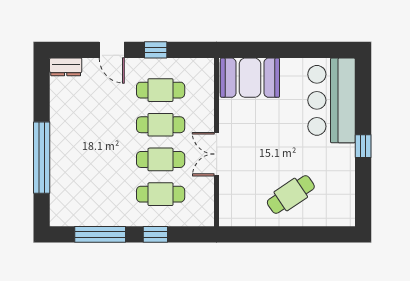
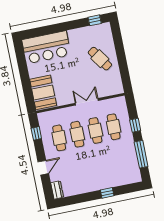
window: (156, 50) -> (36, 133), moved
window: (363, 146) -> (95, 20), moved
double door: (217, 154) -> (87, 102), swing flipped
window: (42, 158) -> (107, 193), width x0.32

